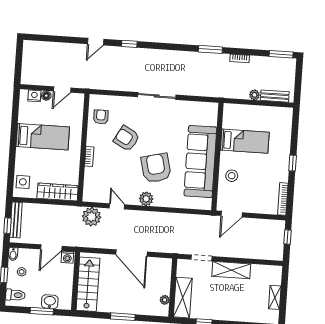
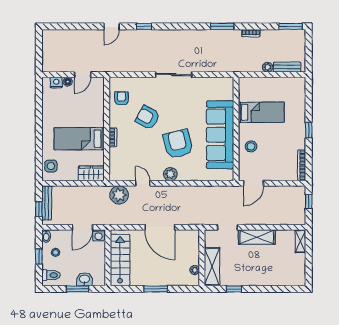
bed: (43, 137) -> (79, 139), moved, turned 180
wardrobe: (58, 192) -> (91, 173), width x0.67
shelving: (275, 297) -> (300, 241), moved

